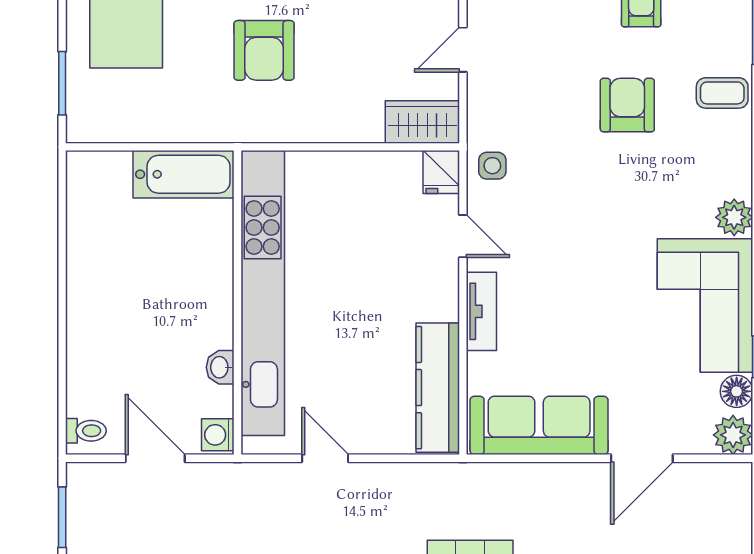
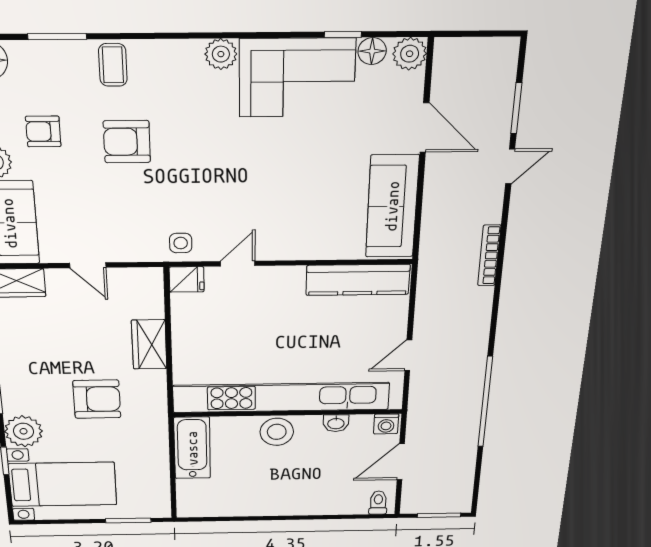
wardrobe: (422, 122) -> (149, 344), moved
stool: (208, 288) -> (277, 432), added
tv unit: (481, 311) -> (298, 250), removed

